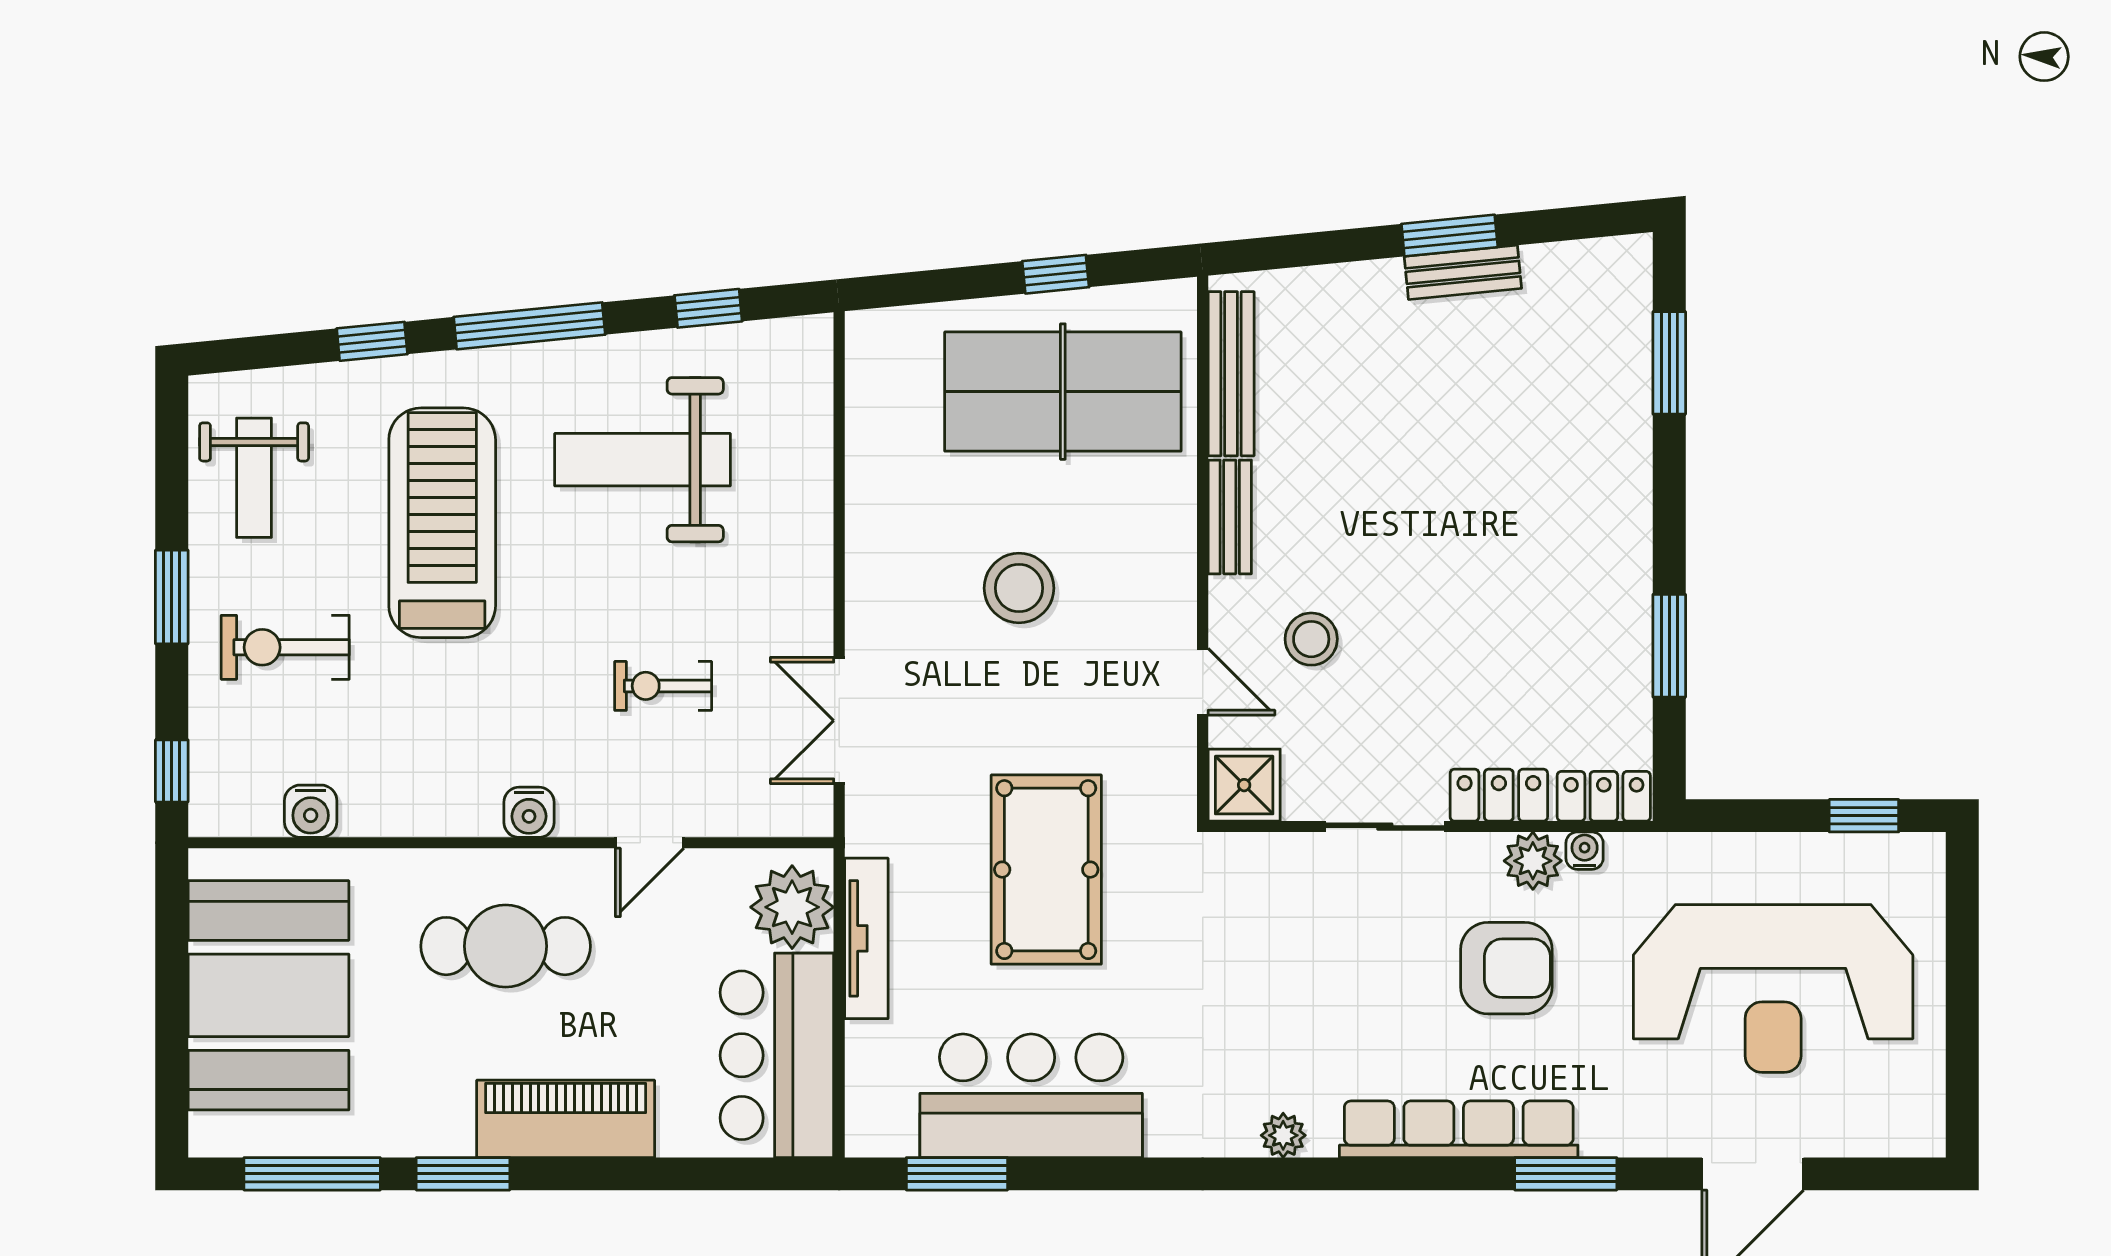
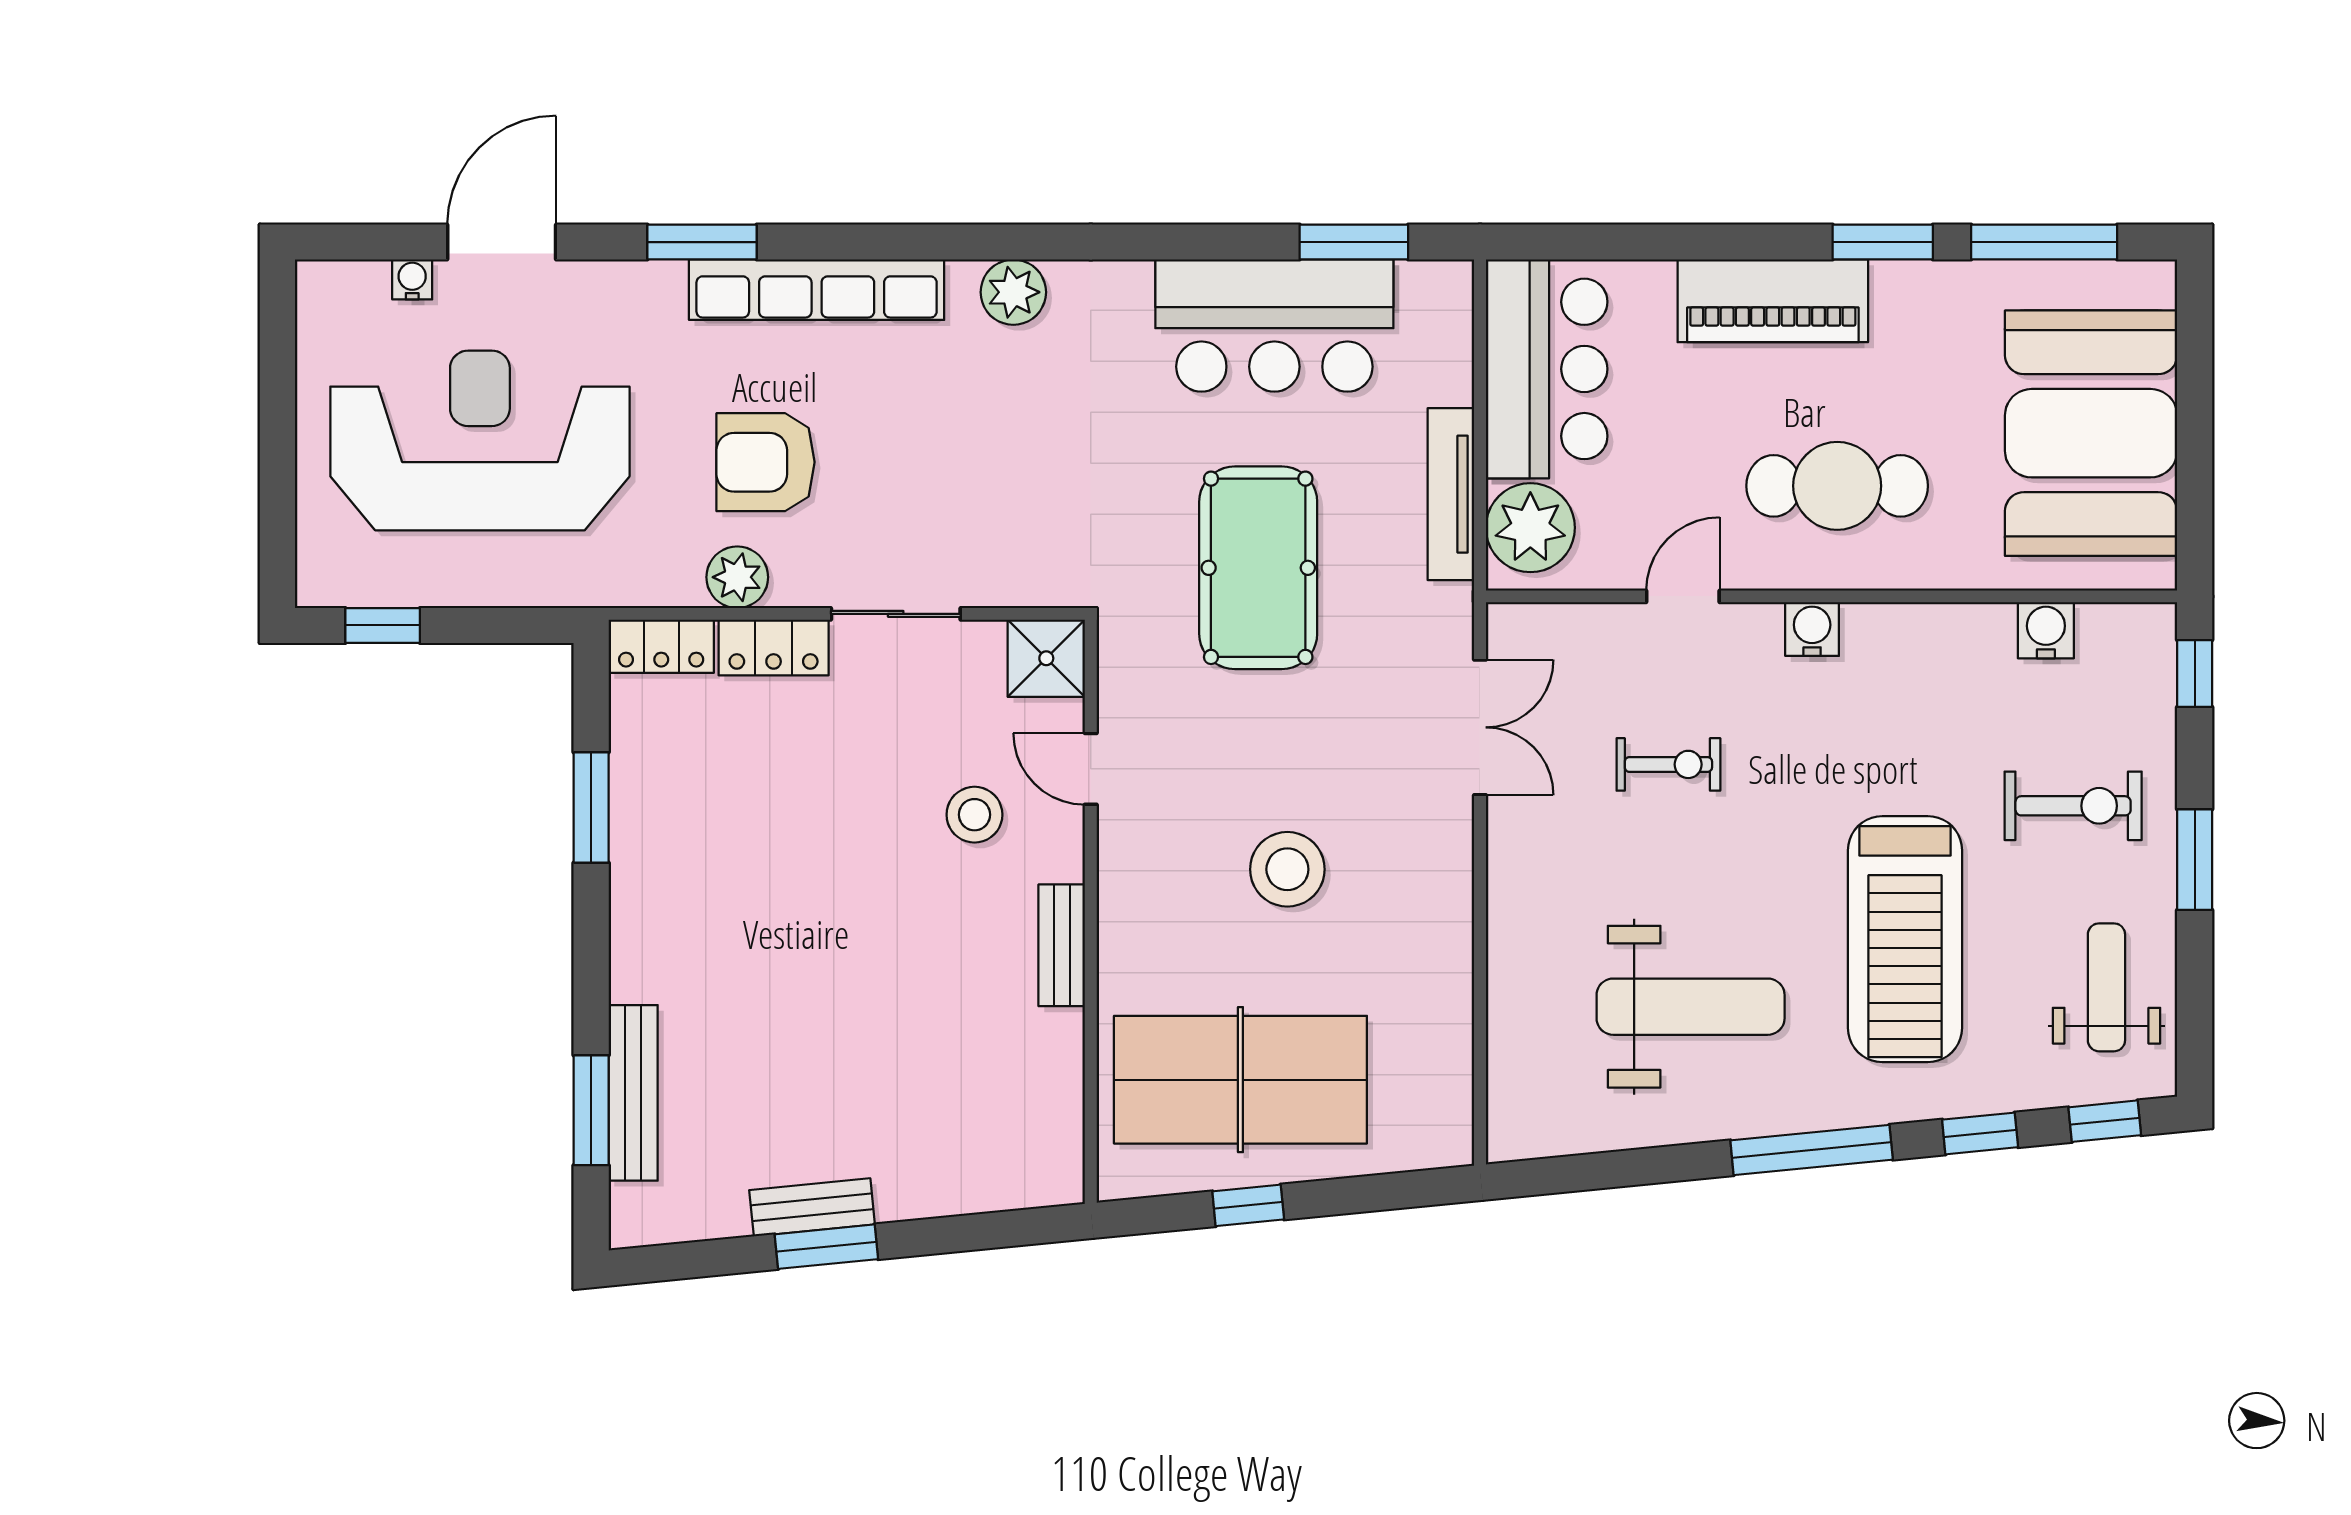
window: (708, 308) -> (2105, 1121), moved
bench: (1231, 374) -> (633, 1093), moved
water cooler: (1585, 851) -> (412, 279), moved, turned 180
plant: (1283, 1135) -> (1013, 292), width x1.38, depth x1.38

